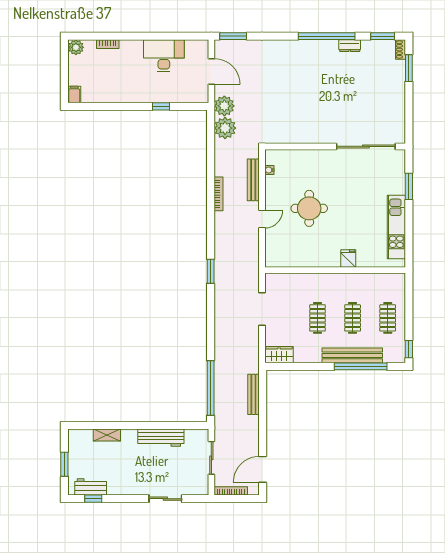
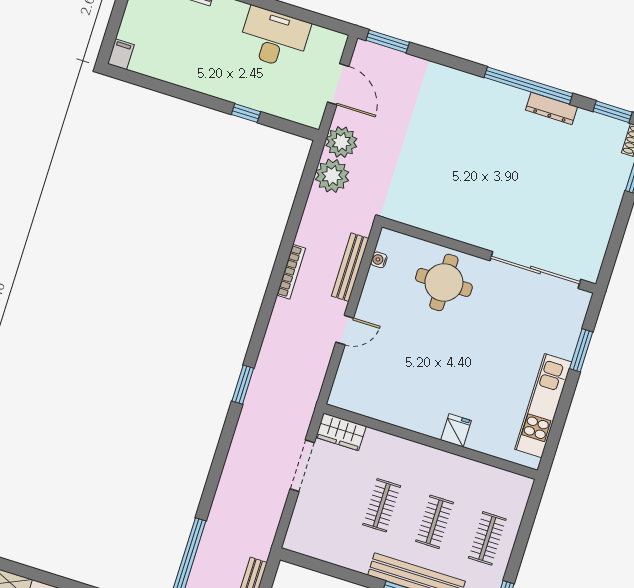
dresser: (350, 46) -> (552, 108), width x1.44
round table: (309, 208) -> (444, 282), moved
wardrobe: (279, 355) -> (341, 432), moved, turned 180

